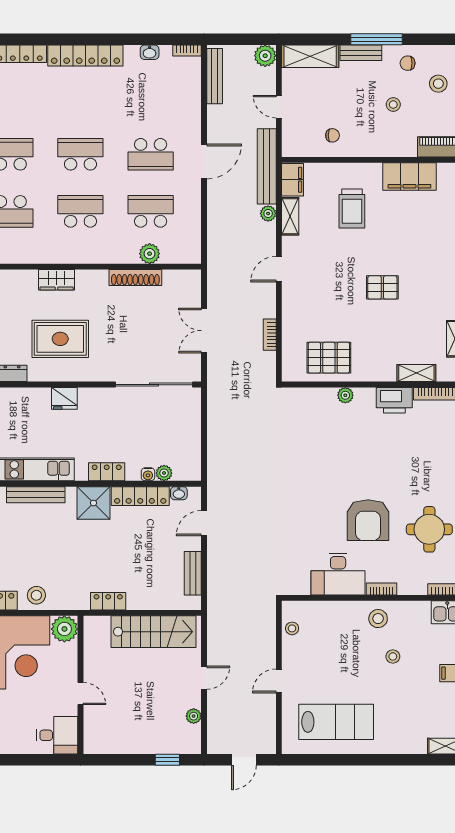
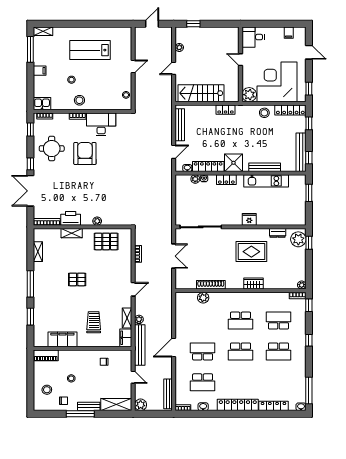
school desk: (151, 211) -> (203, 382), moved
shelving: (416, 373) -> (72, 233), moved
bench: (193, 573) -> (180, 125), width x1.36
lab bench: (336, 722) -> (90, 50), moved

